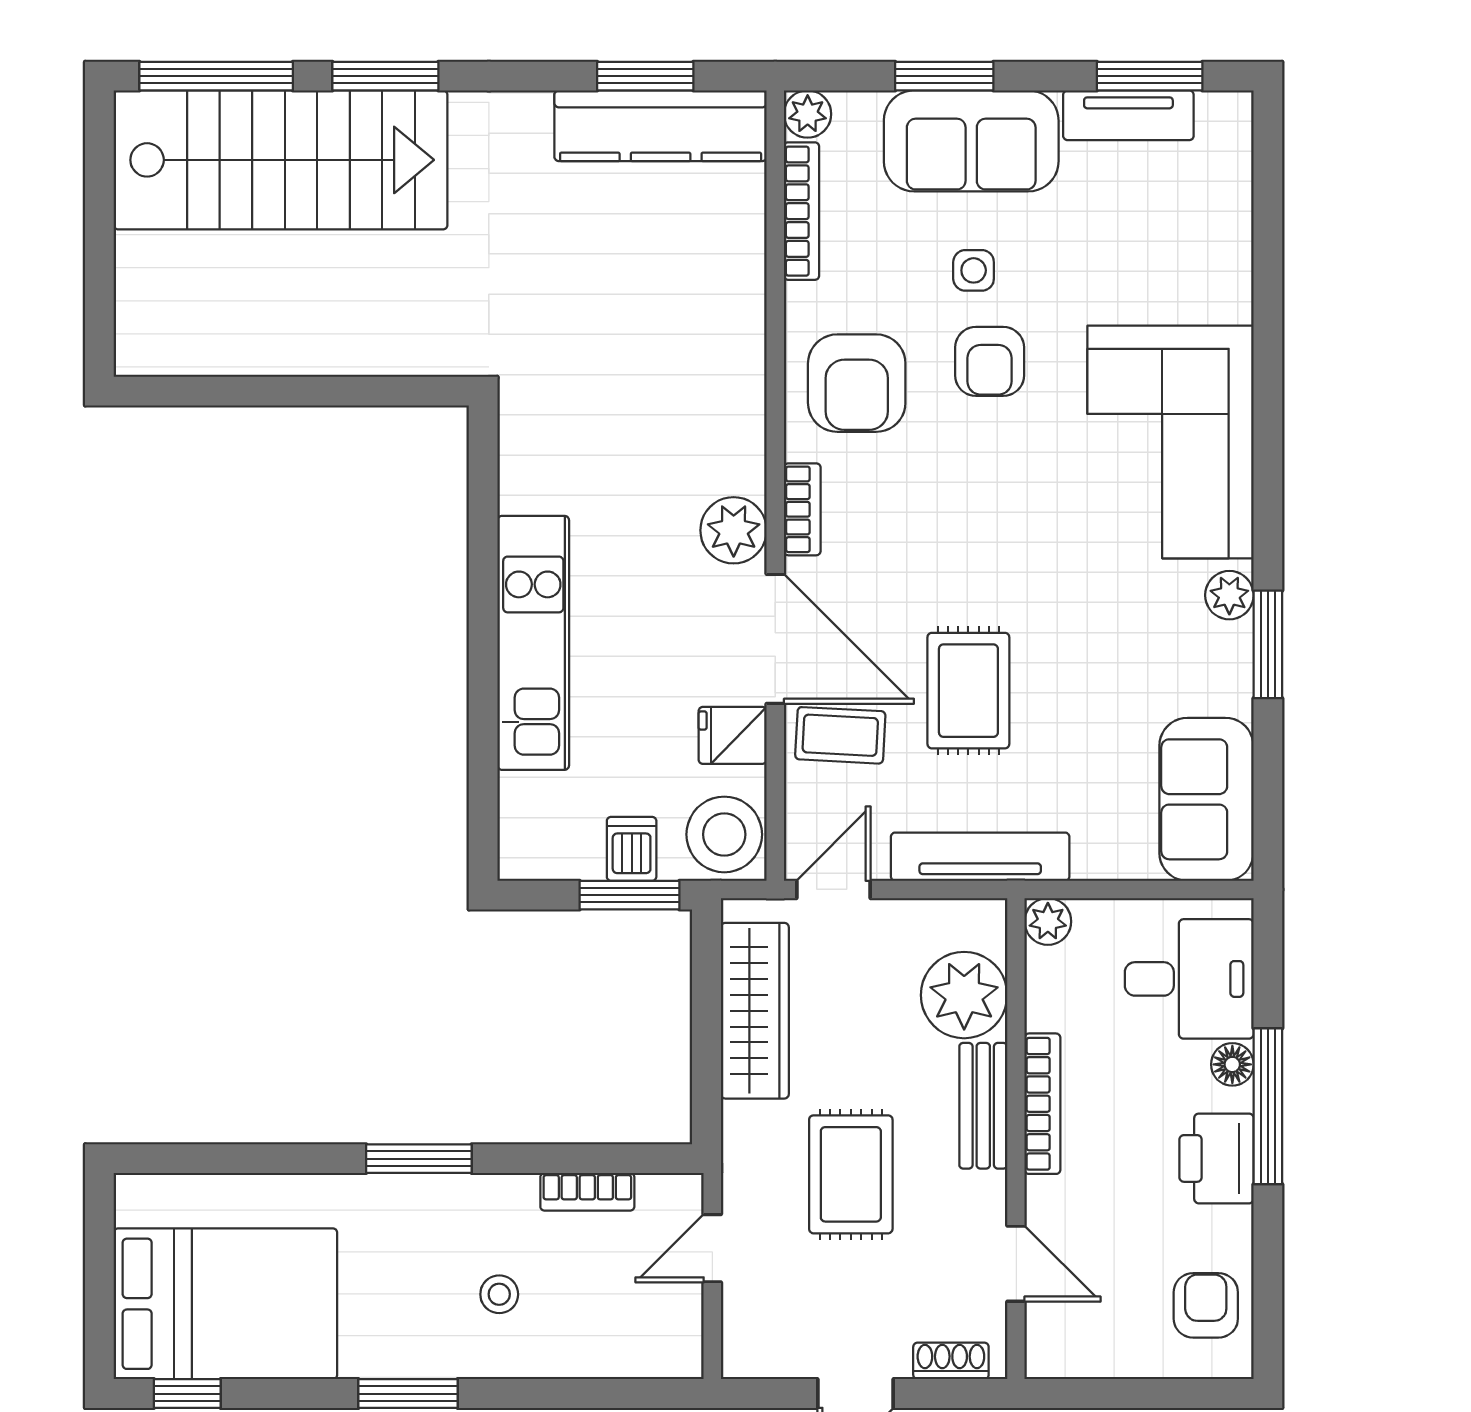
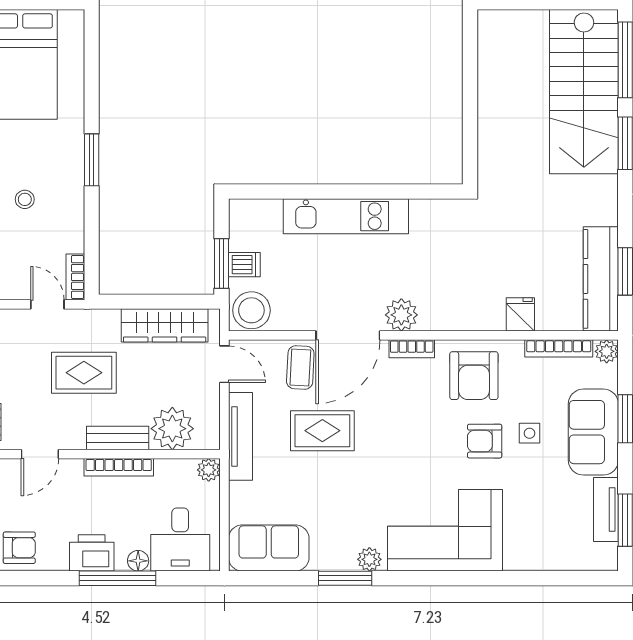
armchair: (857, 383) -> (474, 376), turned -90
fridge: (733, 735) -> (520, 314), moved
bookcase: (587, 1192) -> (75, 277), moved

